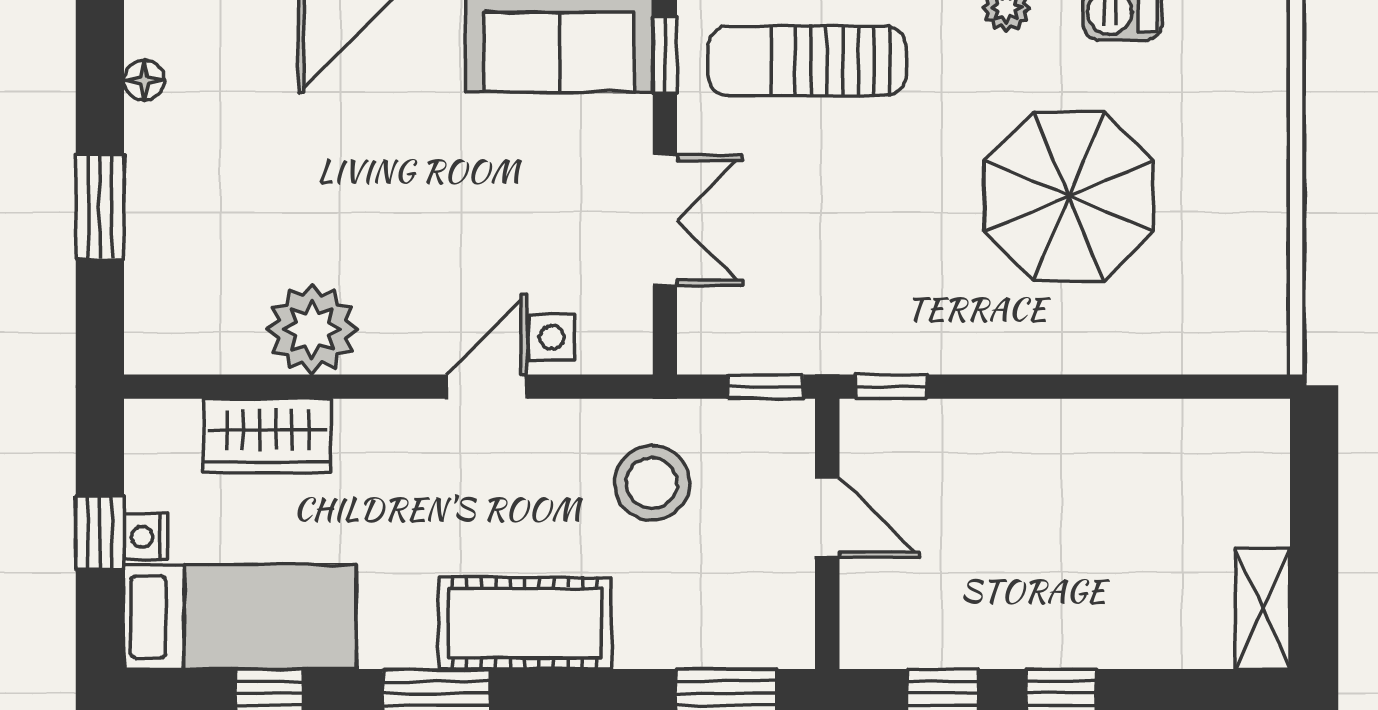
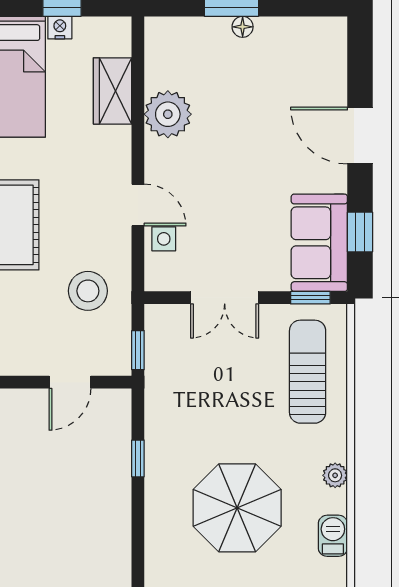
floor lamp: (144, 80) -> (243, 27), moved
window: (891, 387) -> (138, 458), moved

